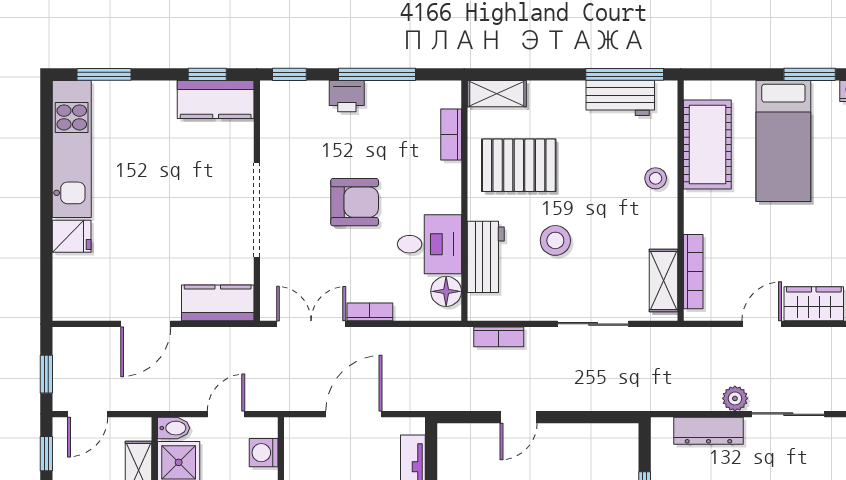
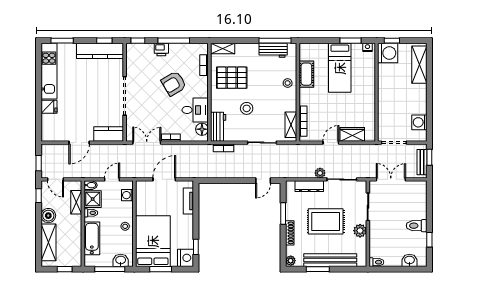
kitchen counter: (216, 100) -> (100, 51), width x1.50
cot: (707, 145) -> (306, 74), width x0.73, depth x0.75
armchair: (355, 202) -> (174, 84), moved, turned 149
workbench: (486, 257) -> (218, 127), moved
door: (88, 414) -> (55, 179), hinge flipped
door: (519, 417) -> (263, 181), moved

